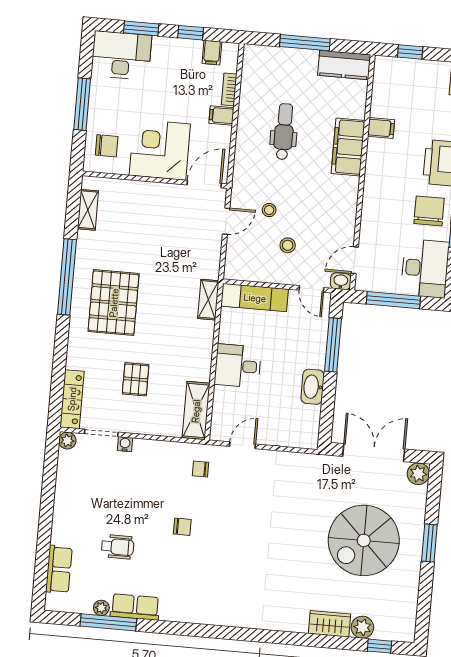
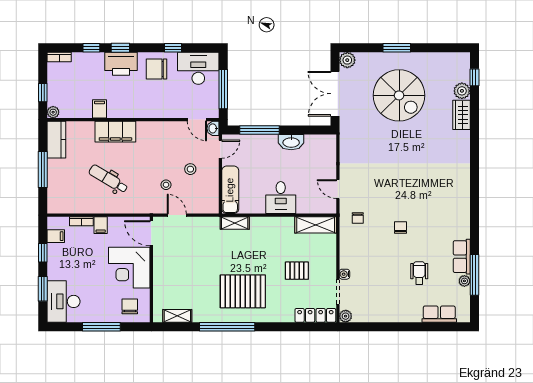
plant: (382, 64) -> (53, 112), added
dental chair: (284, 132) -> (108, 179), turned 31

